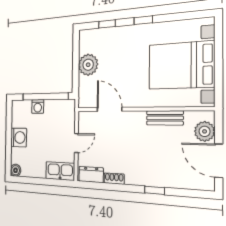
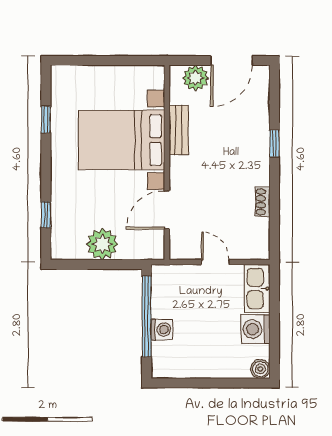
window: (143, 20) -> (46, 120), moved
bed with nightstands: (181, 65) -> (121, 140), moved, turned 90
washing machine: (19, 137) -> (255, 329), moved, turned -90
dresser: (91, 175) -> (259, 238), removed

